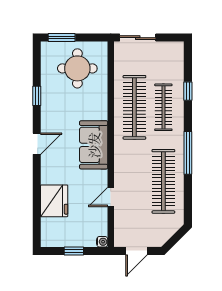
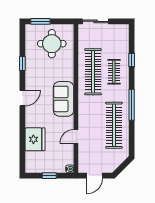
clothes rail: (163, 107) -> (114, 72), width x0.73

